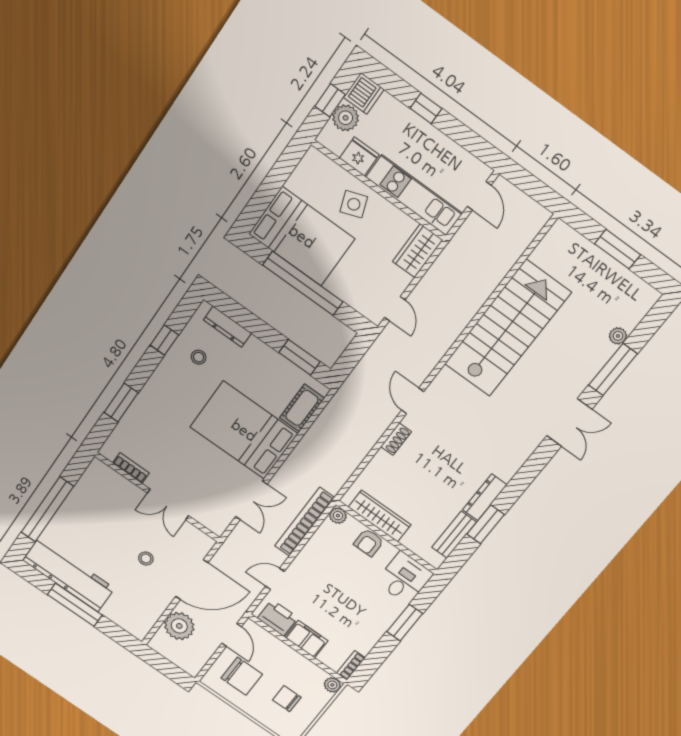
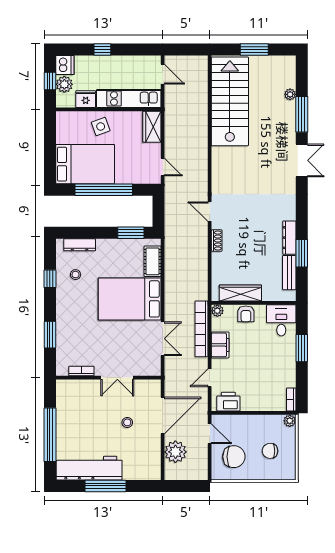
stairs: (507, 328) -> (230, 101), moved
filing cabinet: (306, 639) -> (220, 345), moved, turned 90

